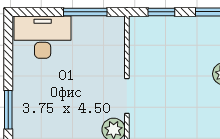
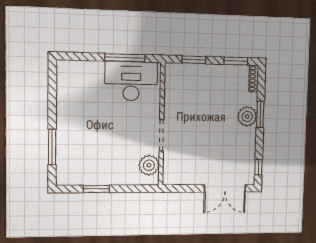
desk: (43, 37) -> (131, 81), moved

